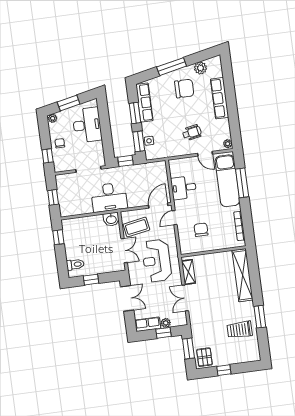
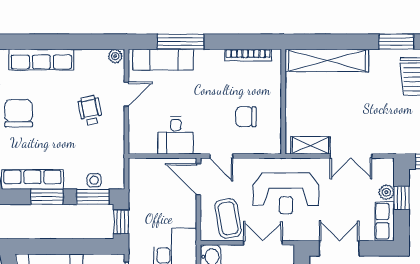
exam couch: (227, 181) -> (163, 60), width x0.73, depth x0.69

